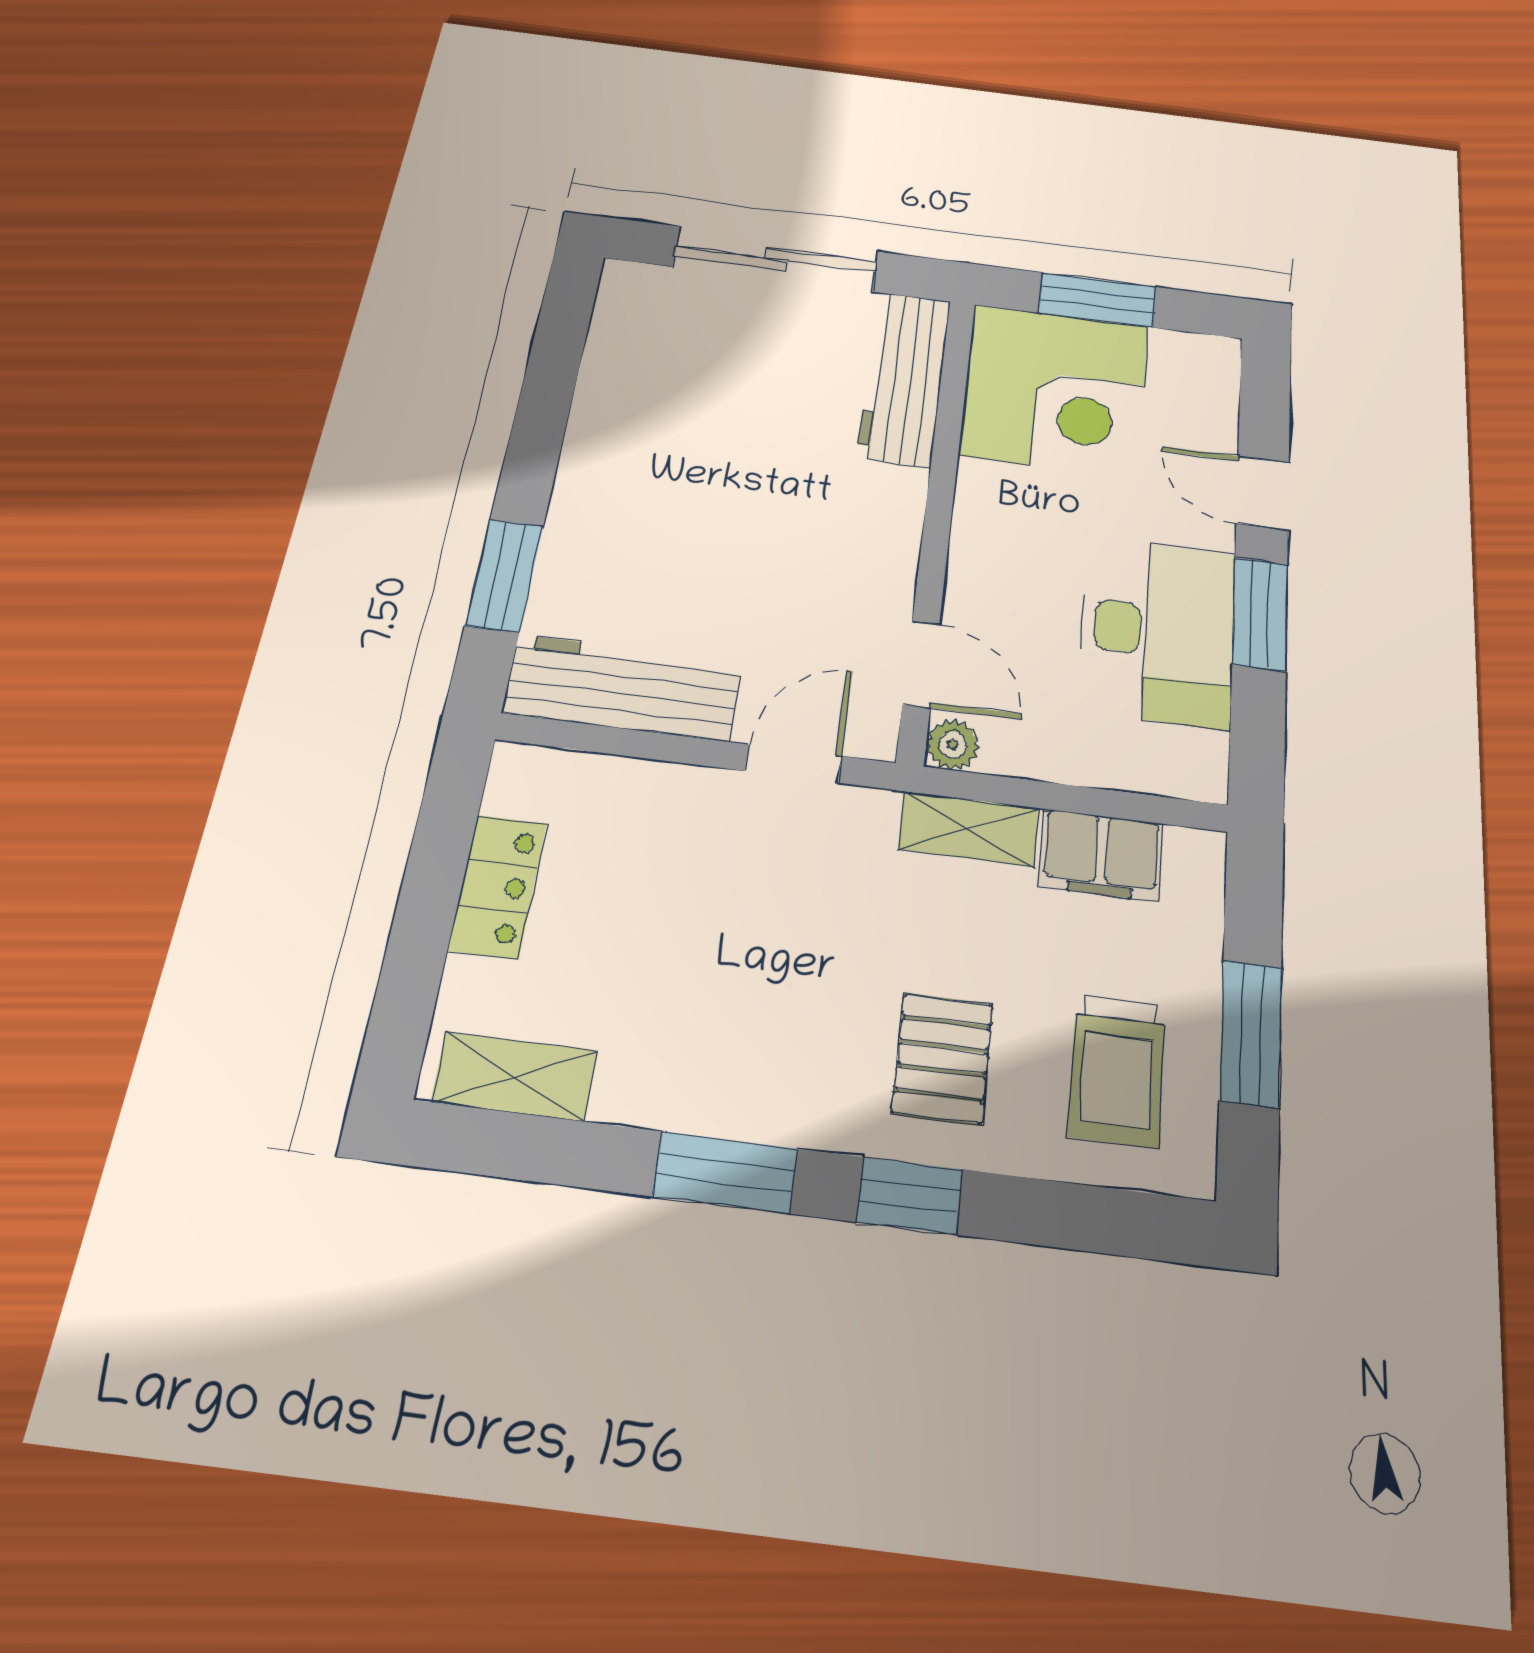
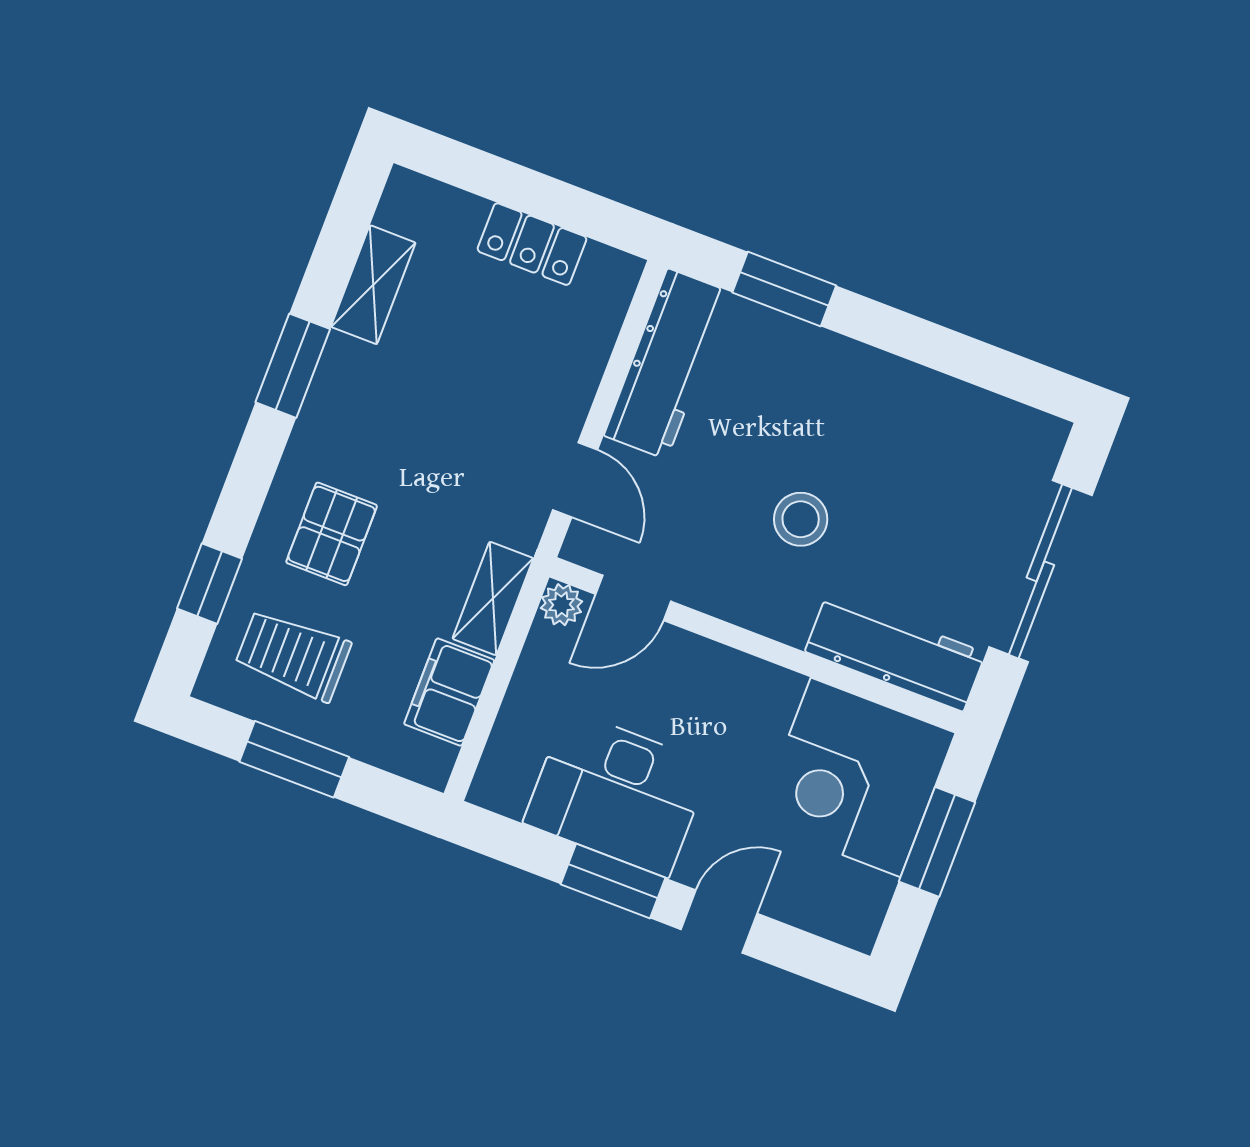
stool: (778, 502) -> (801, 519), added
pallet: (943, 1058) -> (332, 534), turned 90
shelving: (514, 1076) -> (373, 285), moved
window: (909, 1196) -> (210, 584), moved

